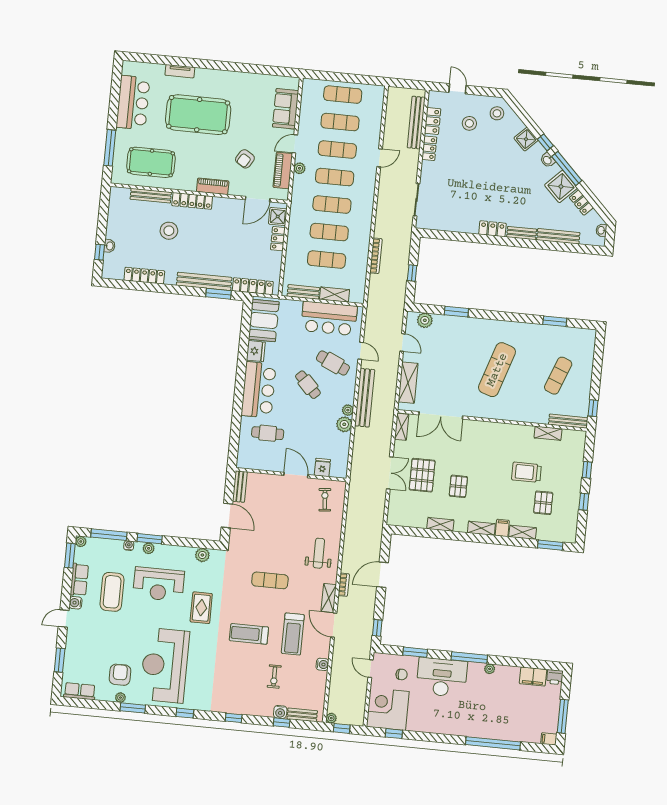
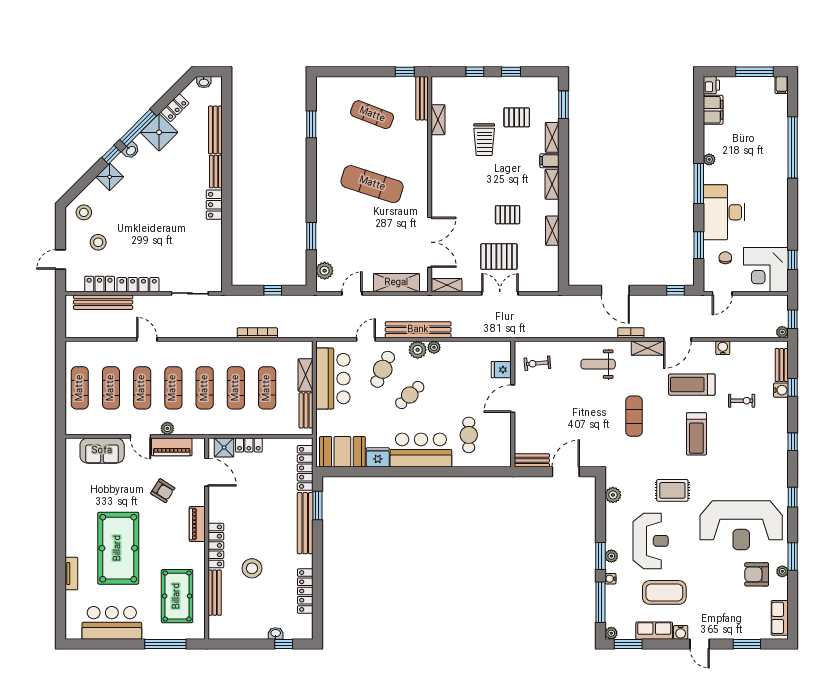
locker: (429, 148) -> (138, 285), width x1.53
plant: (344, 424) -> (418, 350), moved
treadmill: (293, 634) -> (692, 385), turned 180

